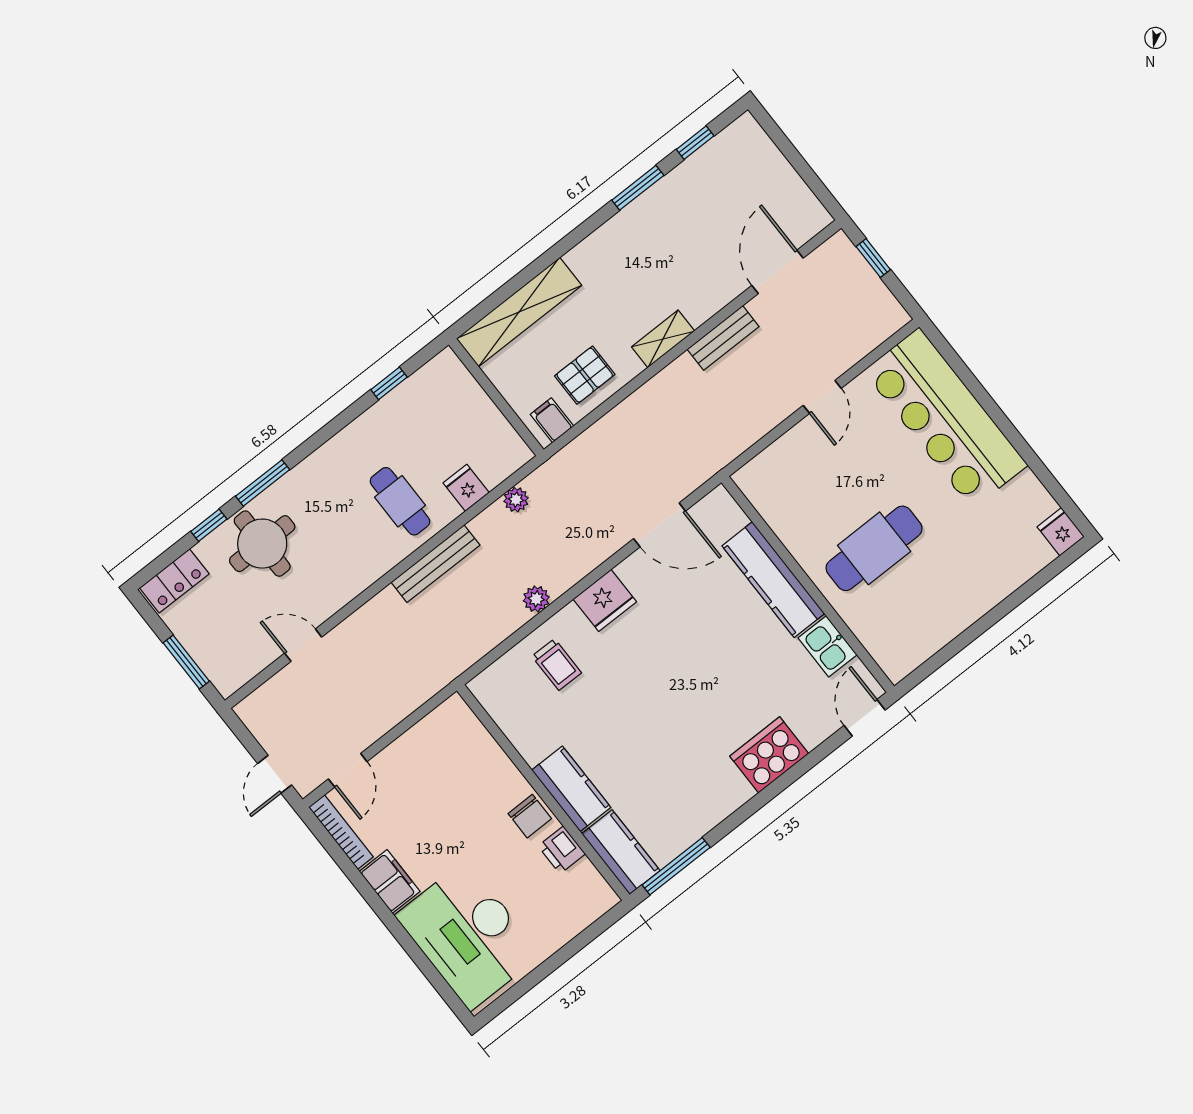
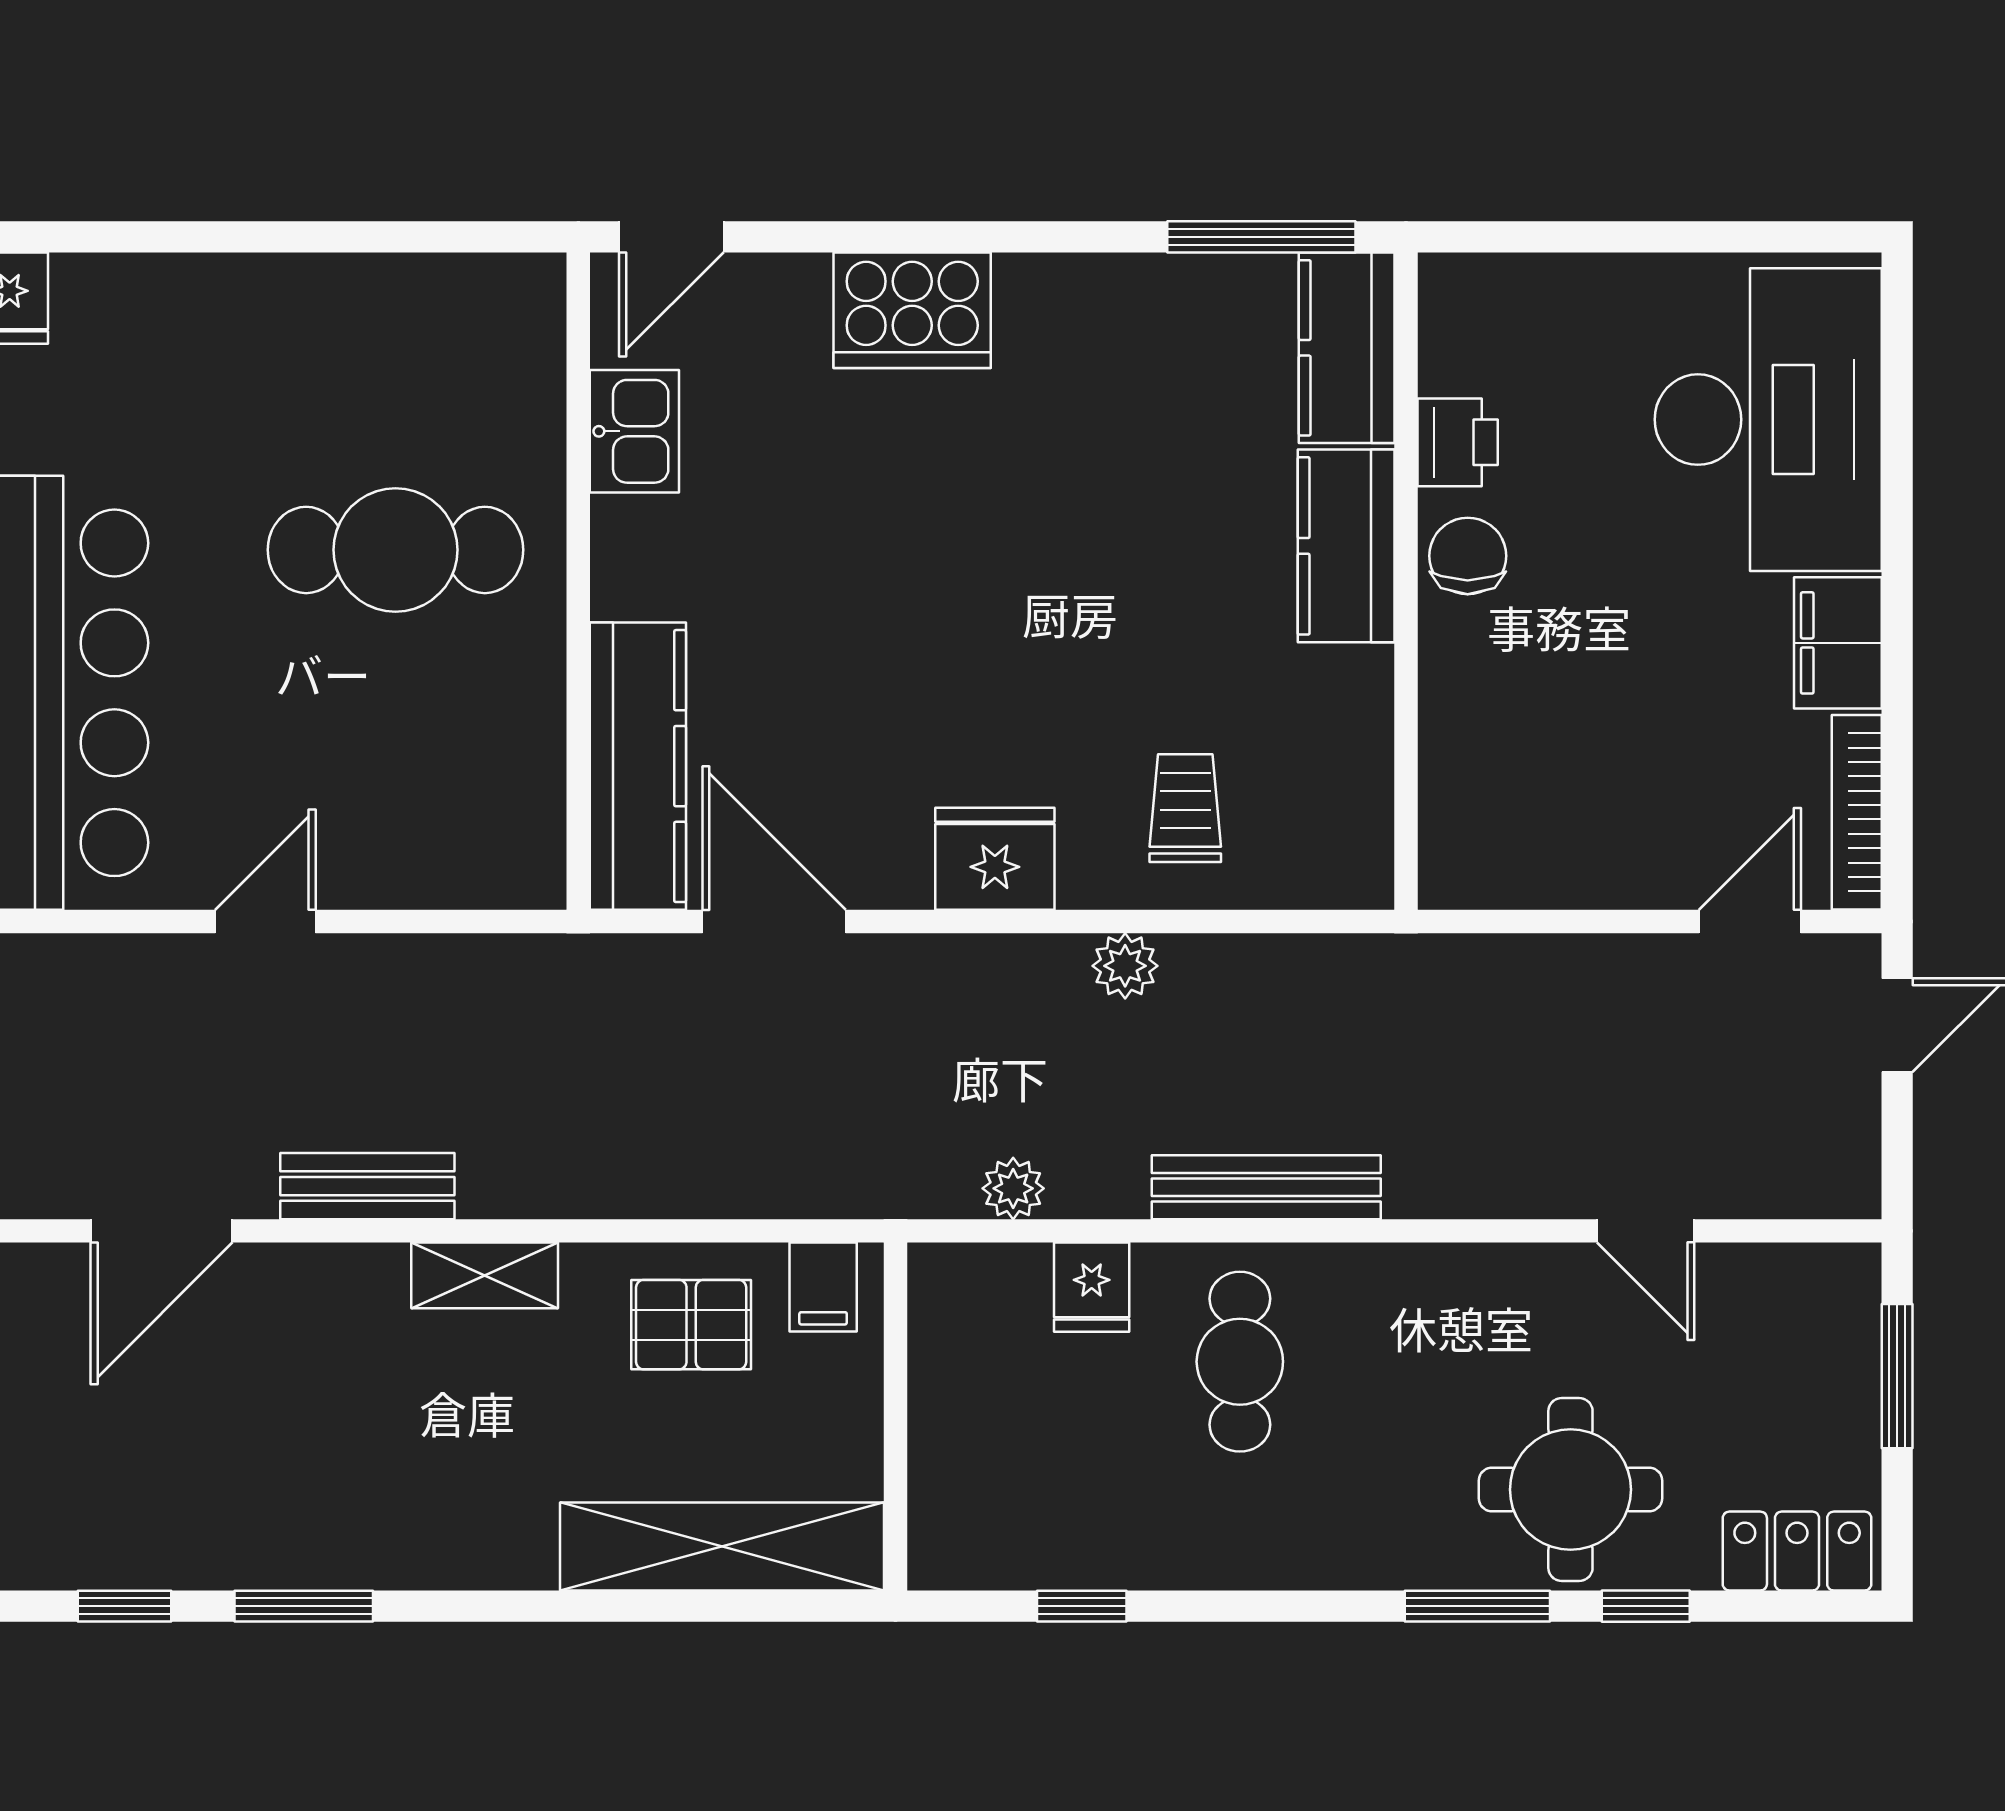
kitchen counter: (773, 580) -> (638, 766), moved

